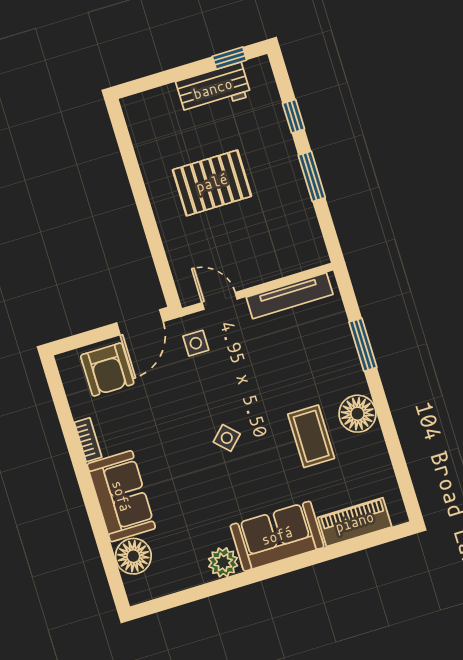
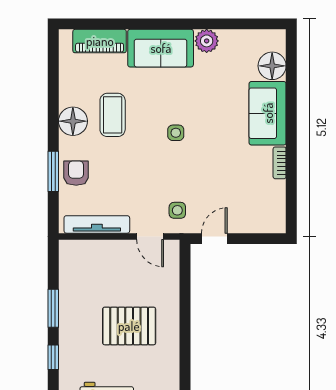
door: (140, 322) -> (214, 239), width x0.73
armchair: (107, 370) -> (76, 173), moved, width x0.72, depth x0.72
side table: (227, 438) -> (176, 133), turned 45

